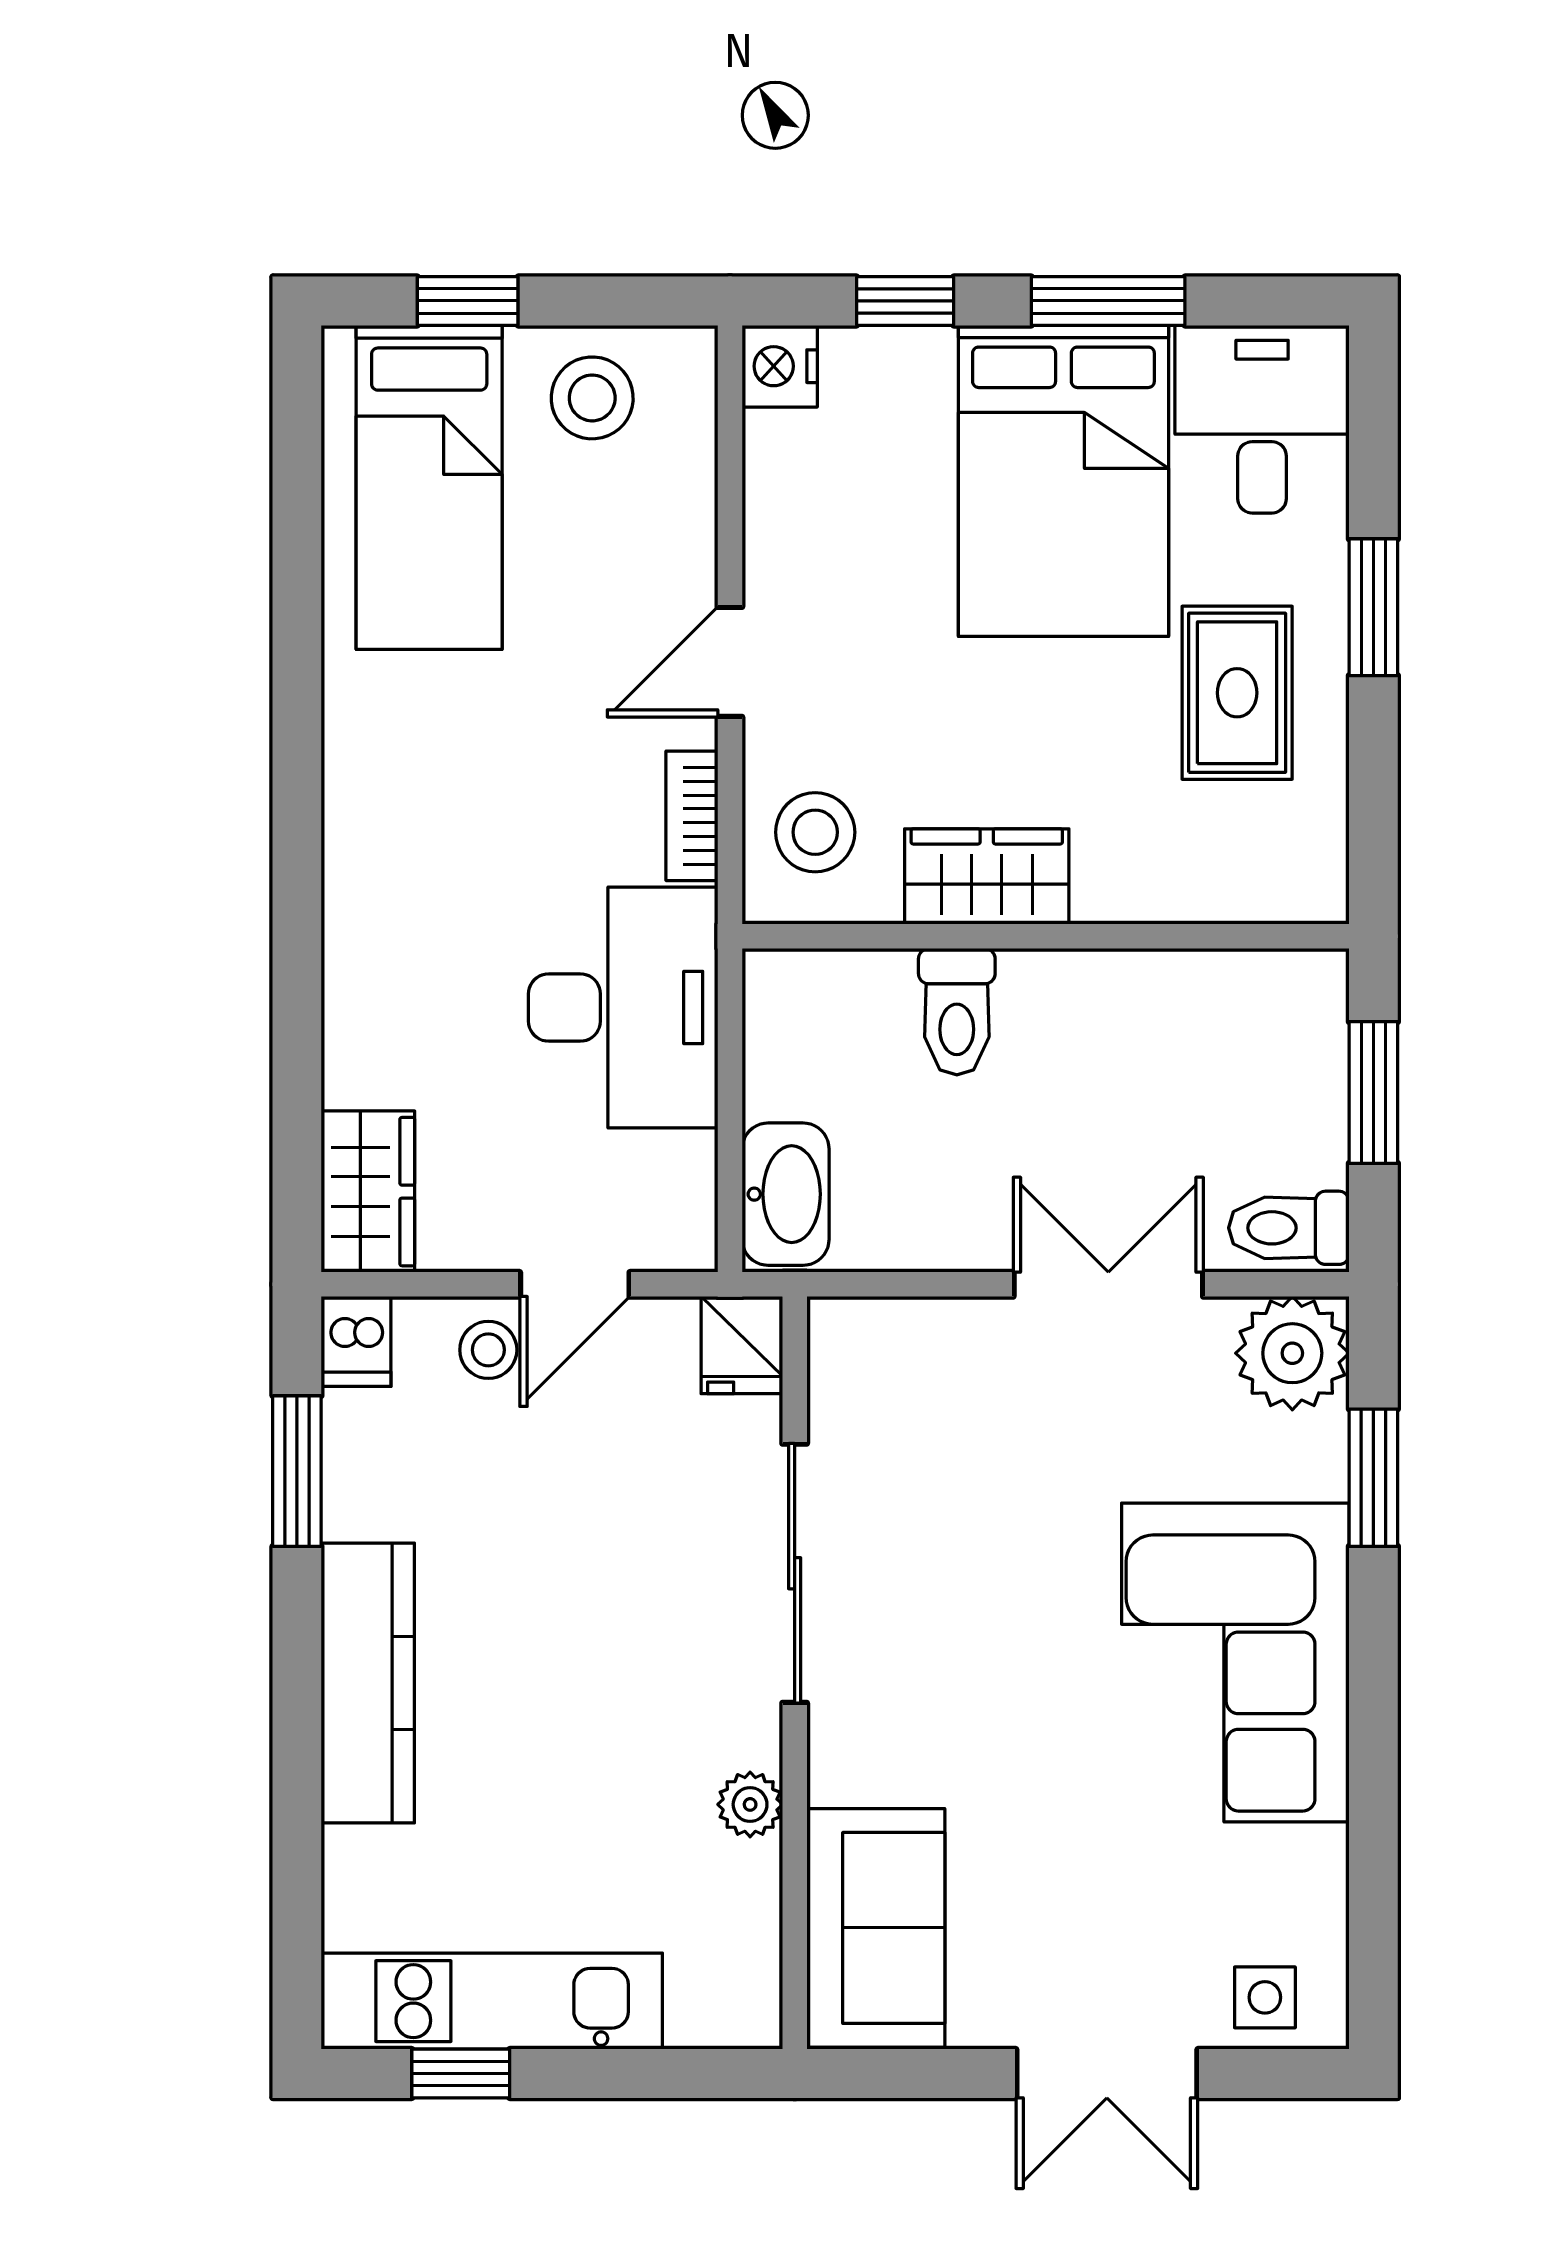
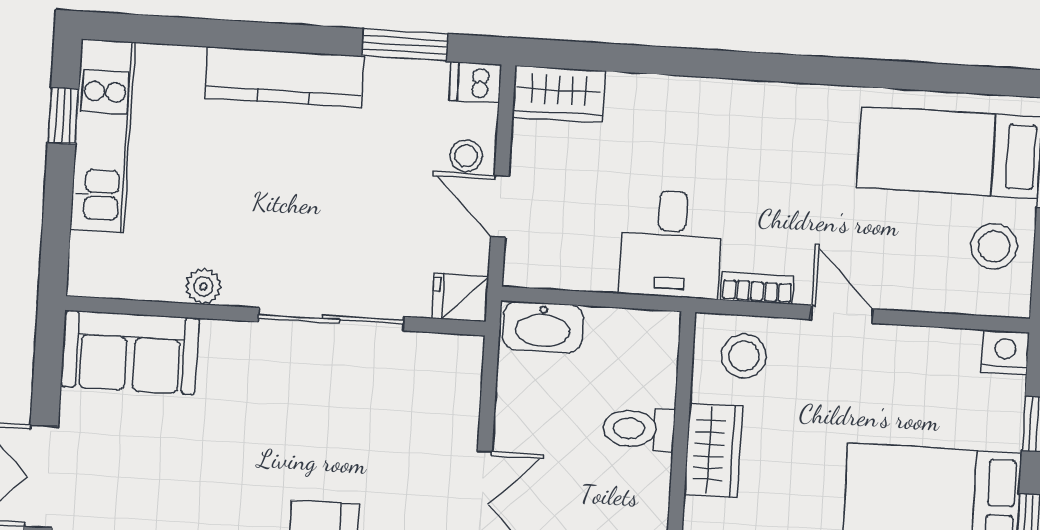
desk: (623, 1008) -> (671, 244), width x0.73

